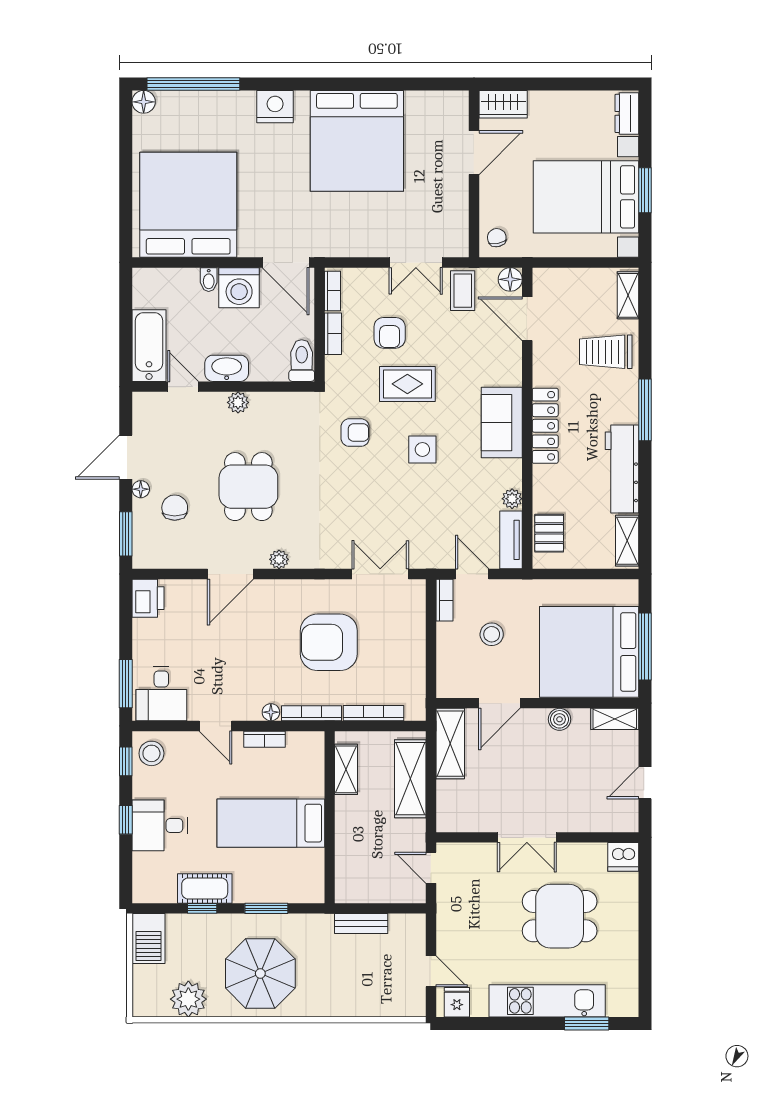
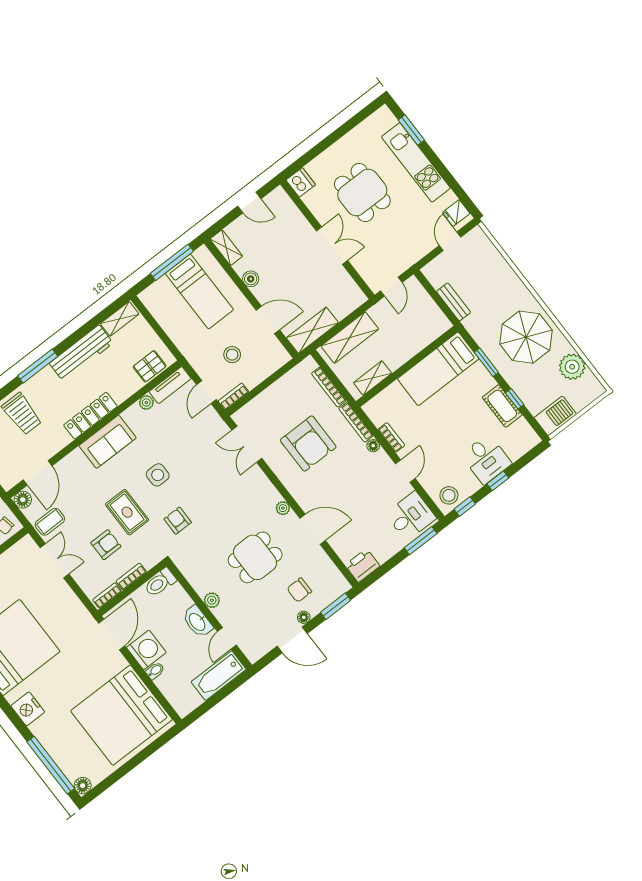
bed: (589, 652) -> (199, 292), width x0.49
bed: (271, 823) -> (438, 369), moved, turned 90

